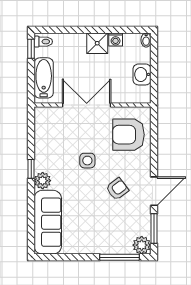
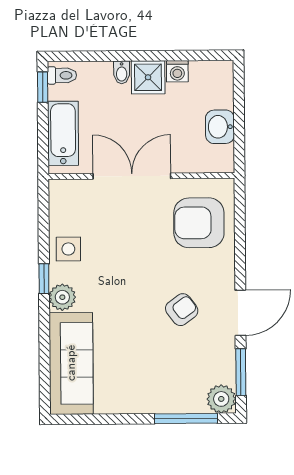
bidet: (146, 40) -> (122, 72), moved
side table: (87, 161) -> (68, 249), moved

